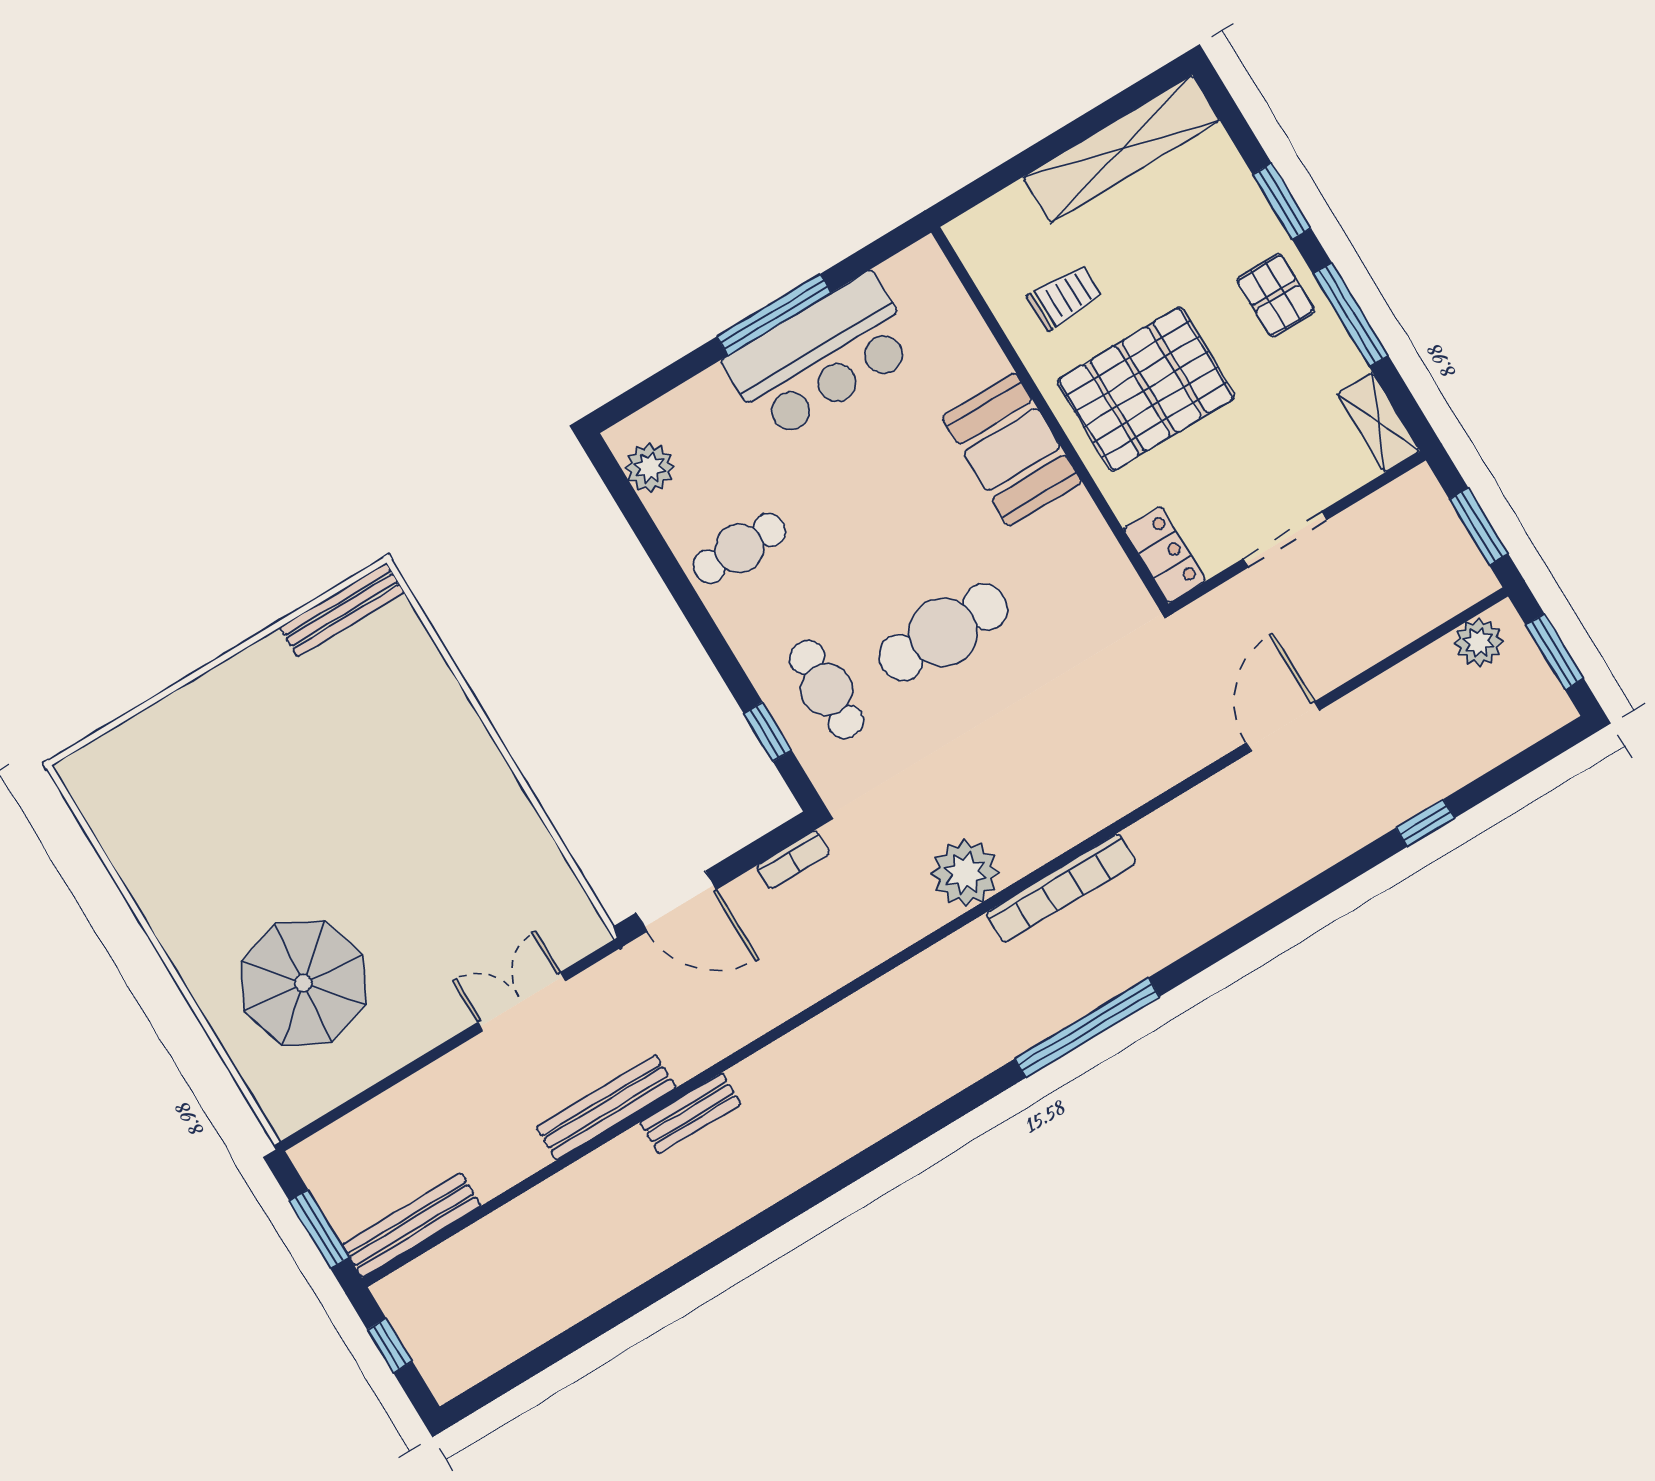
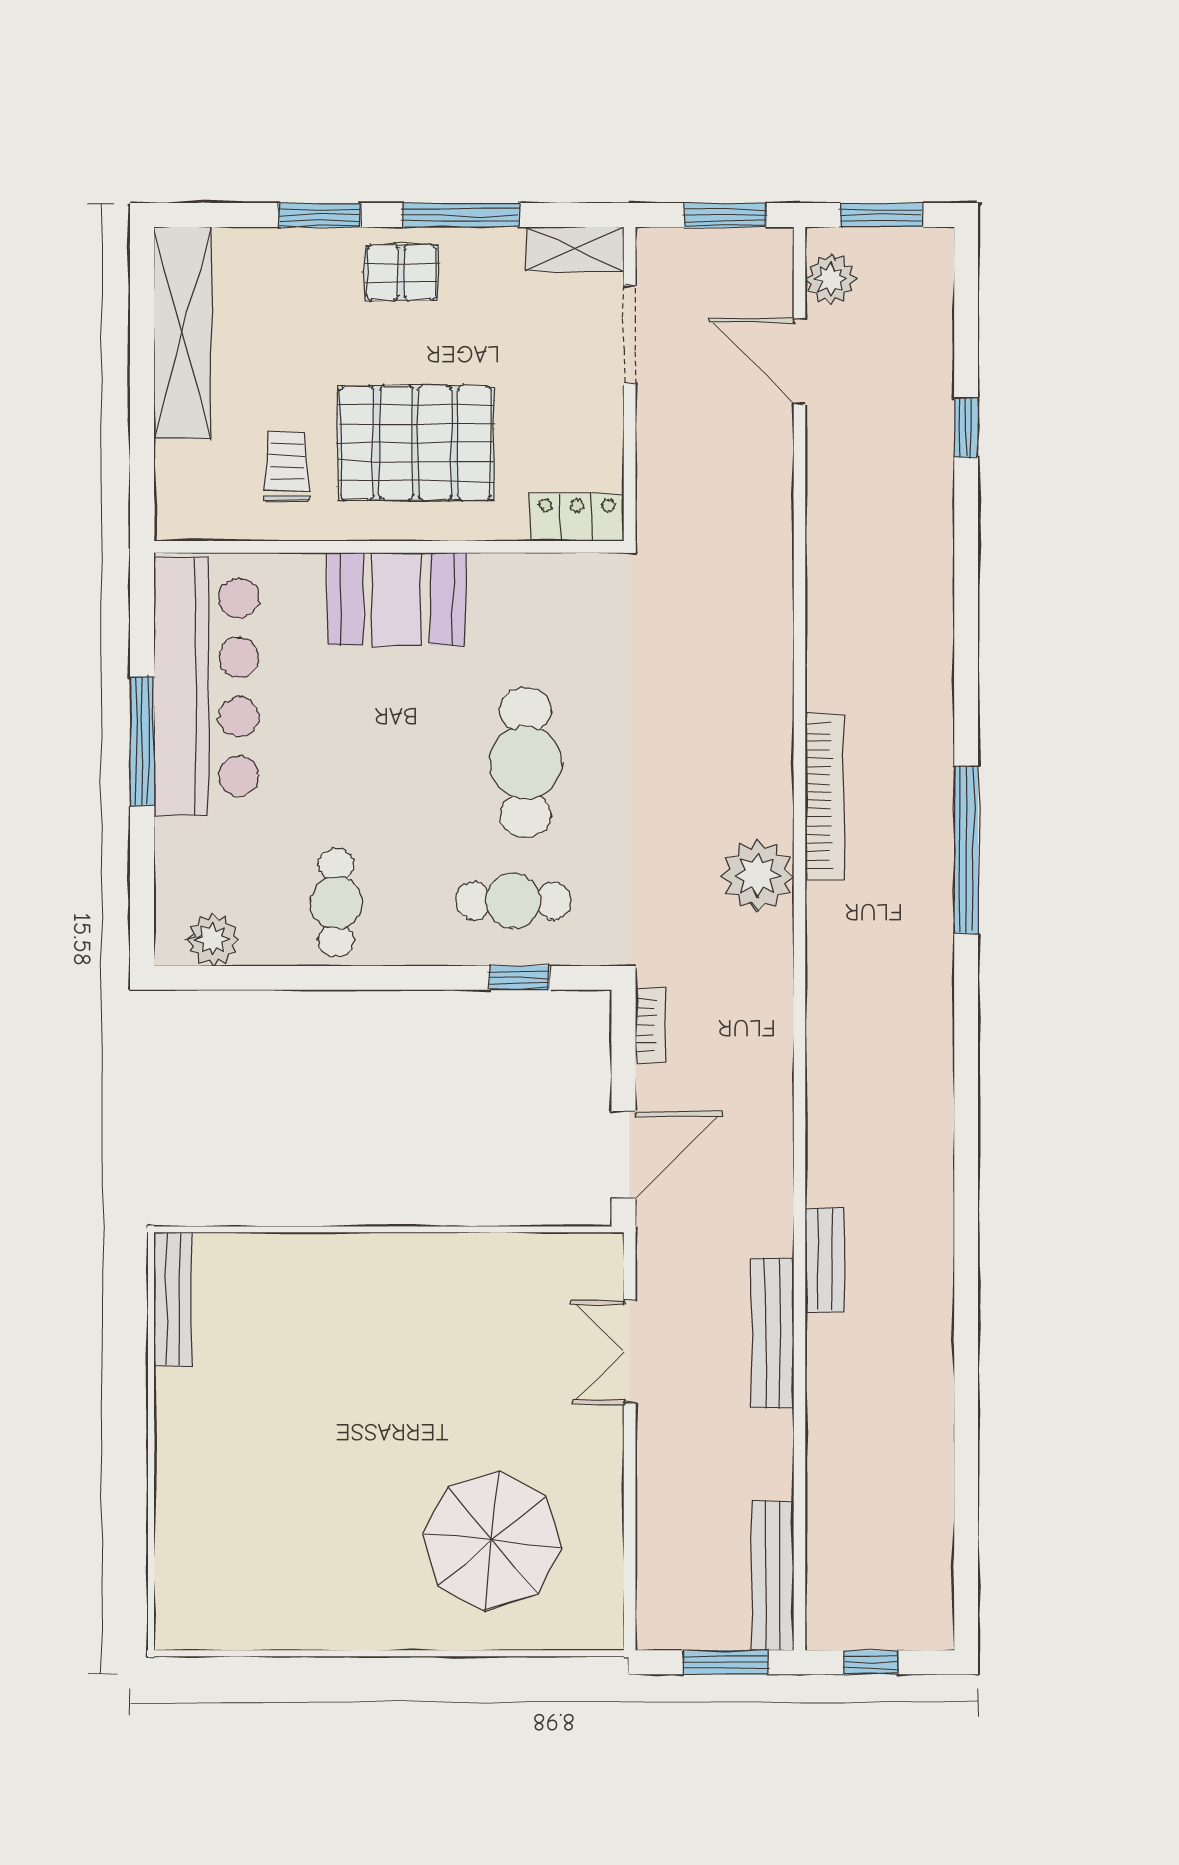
bar counter: (821, 357) -> (206, 687), width x1.36
pallet: (1146, 389) -> (416, 443), turned 90
doorway: (1285, 539) -> (630, 334), moved
door: (1283, 727) -> (800, 361), moved

